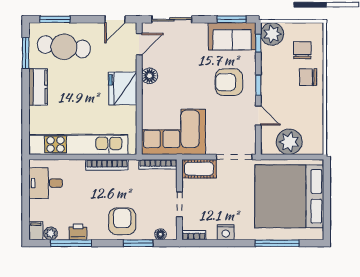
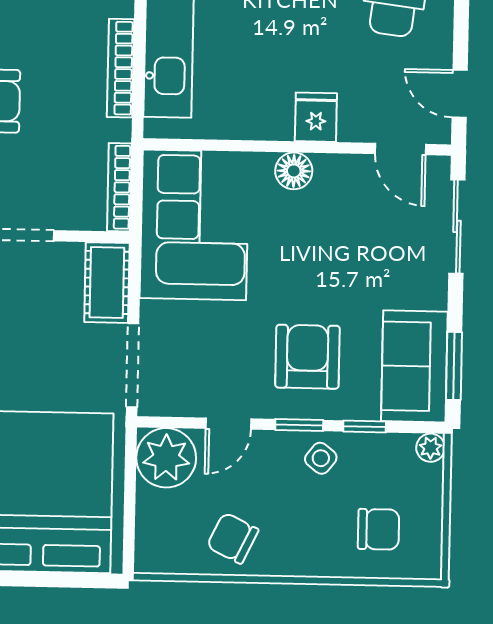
plant: (272, 34) -> (431, 448), width x0.53, depth x0.53
window: (258, 43) -> (365, 426), moved
floor lamp: (149, 76) -> (294, 171), moved
side table: (272, 76) -> (321, 458), added
chair: (308, 77) -> (233, 538), moved, turned -64
fridge: (123, 88) -> (316, 117), width x0.53, depth x0.75
plant: (289, 142) -> (166, 458), moved

